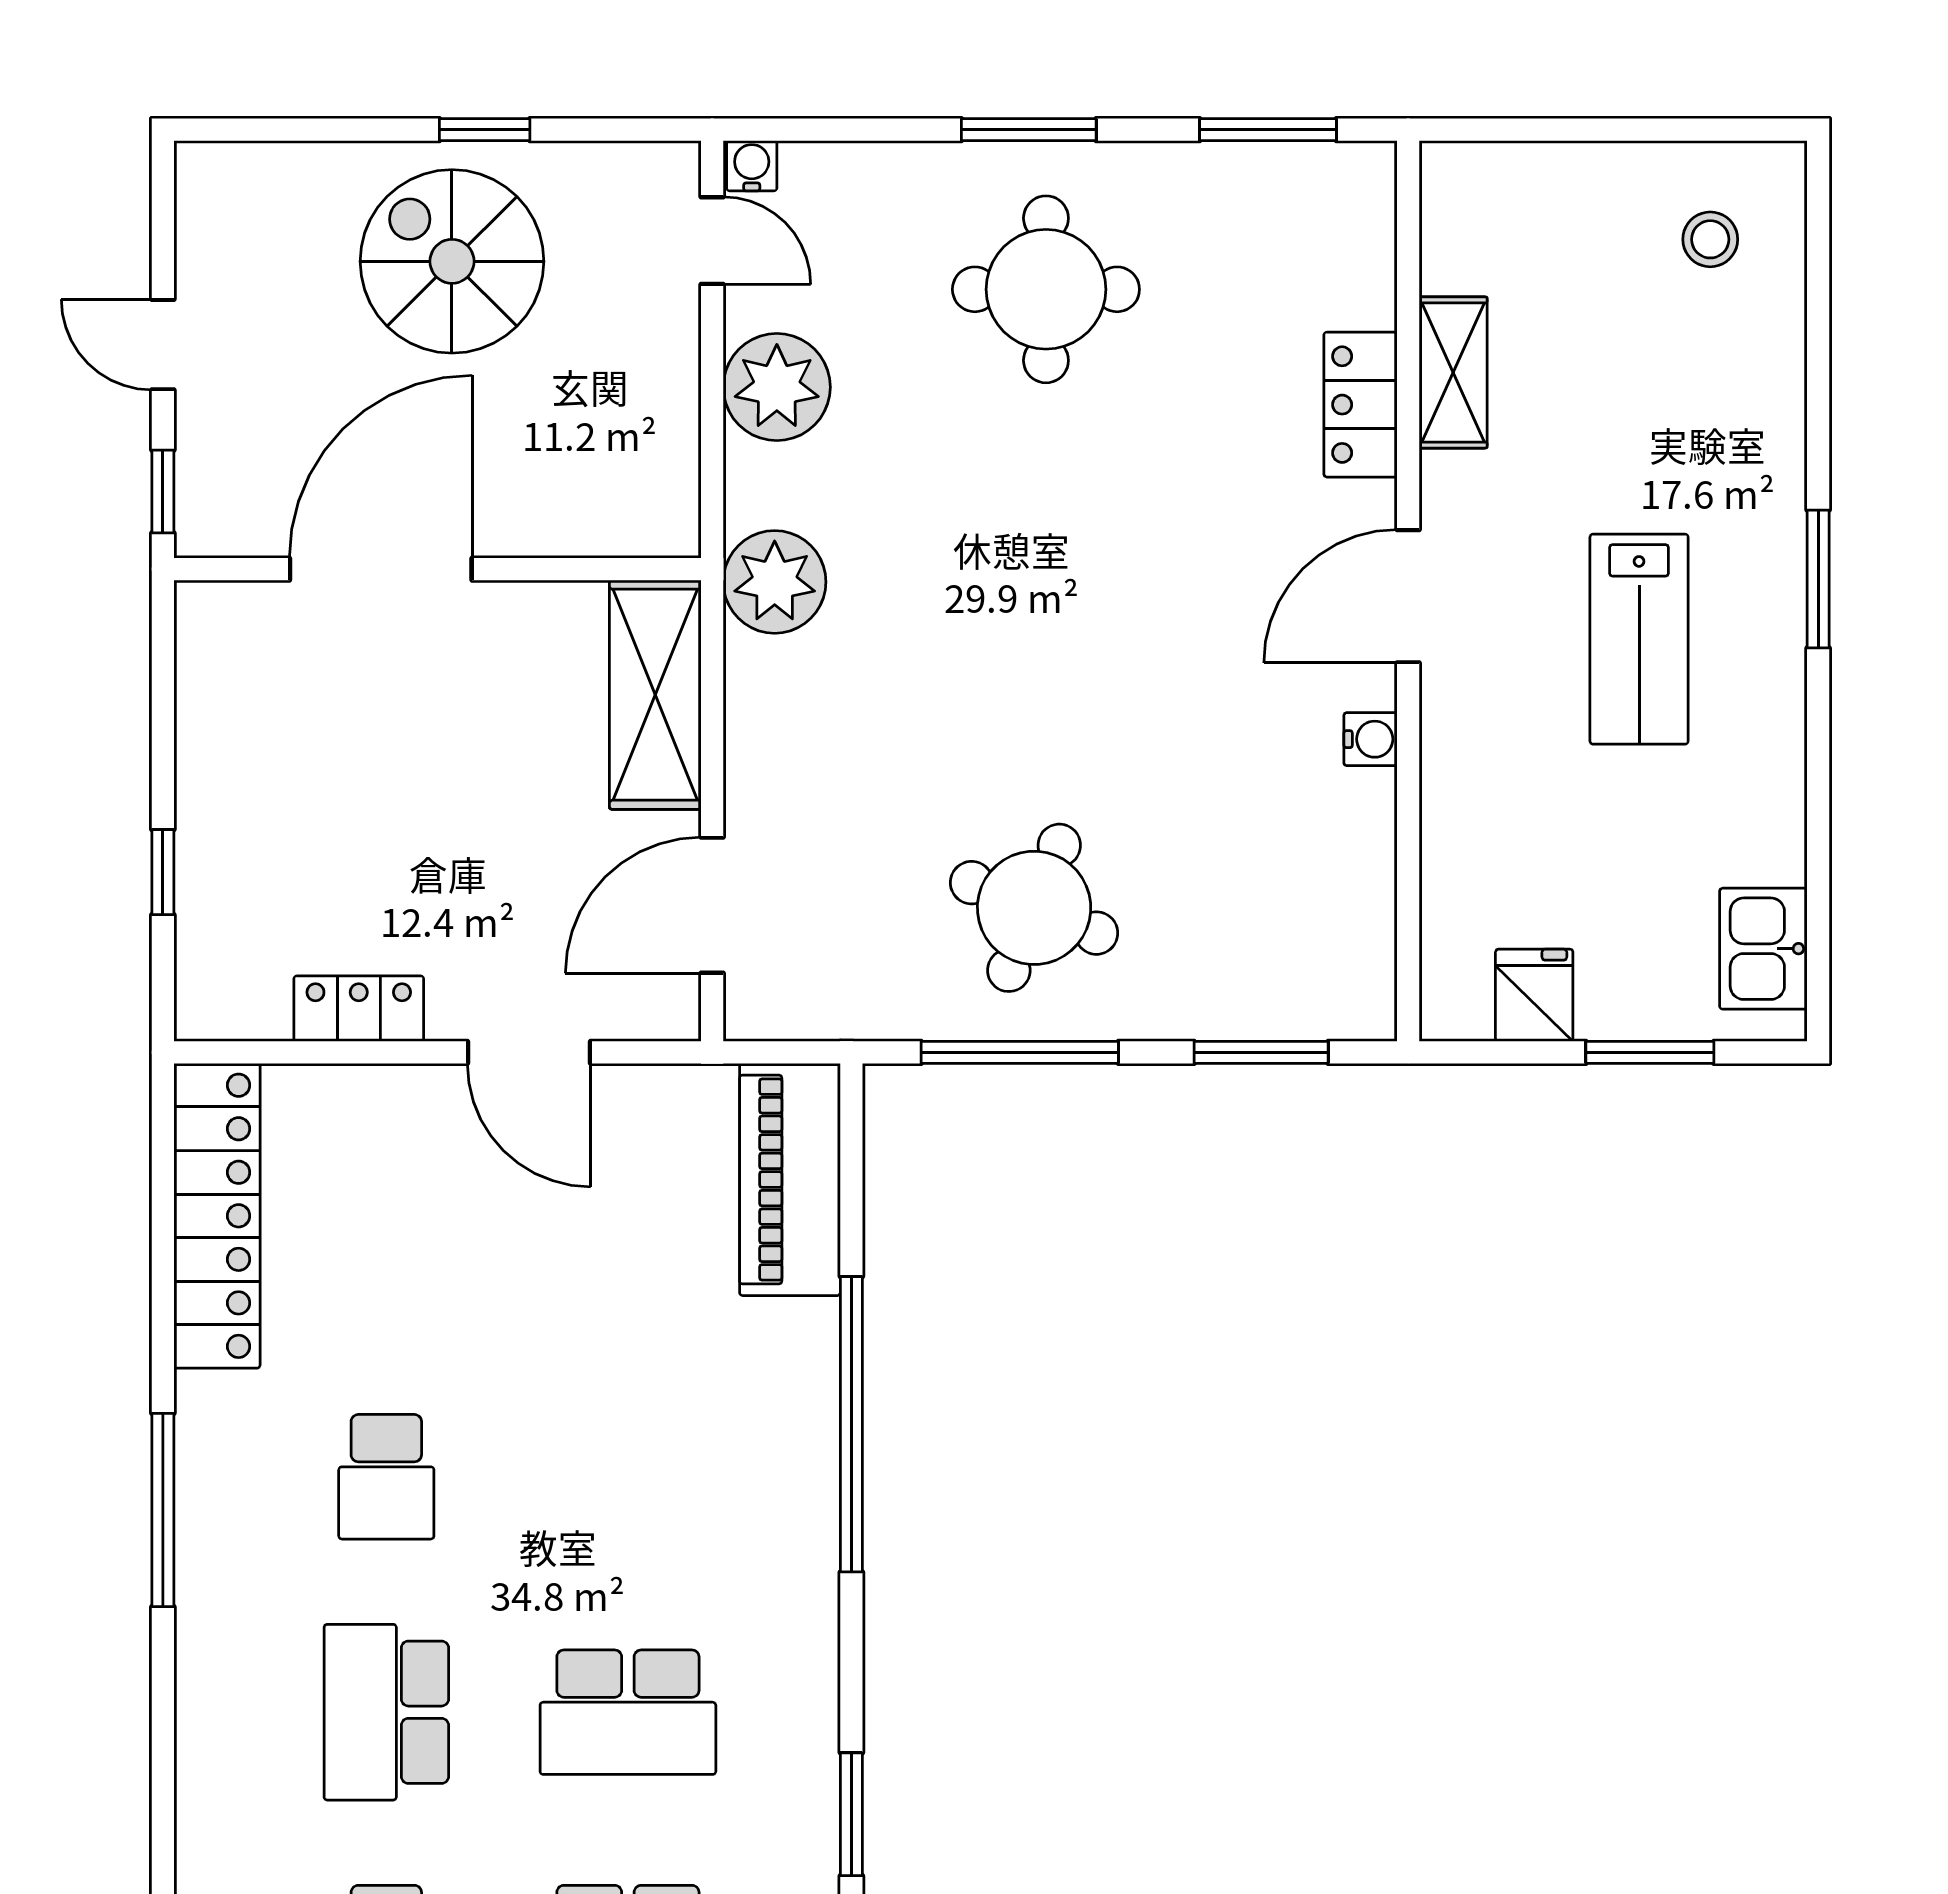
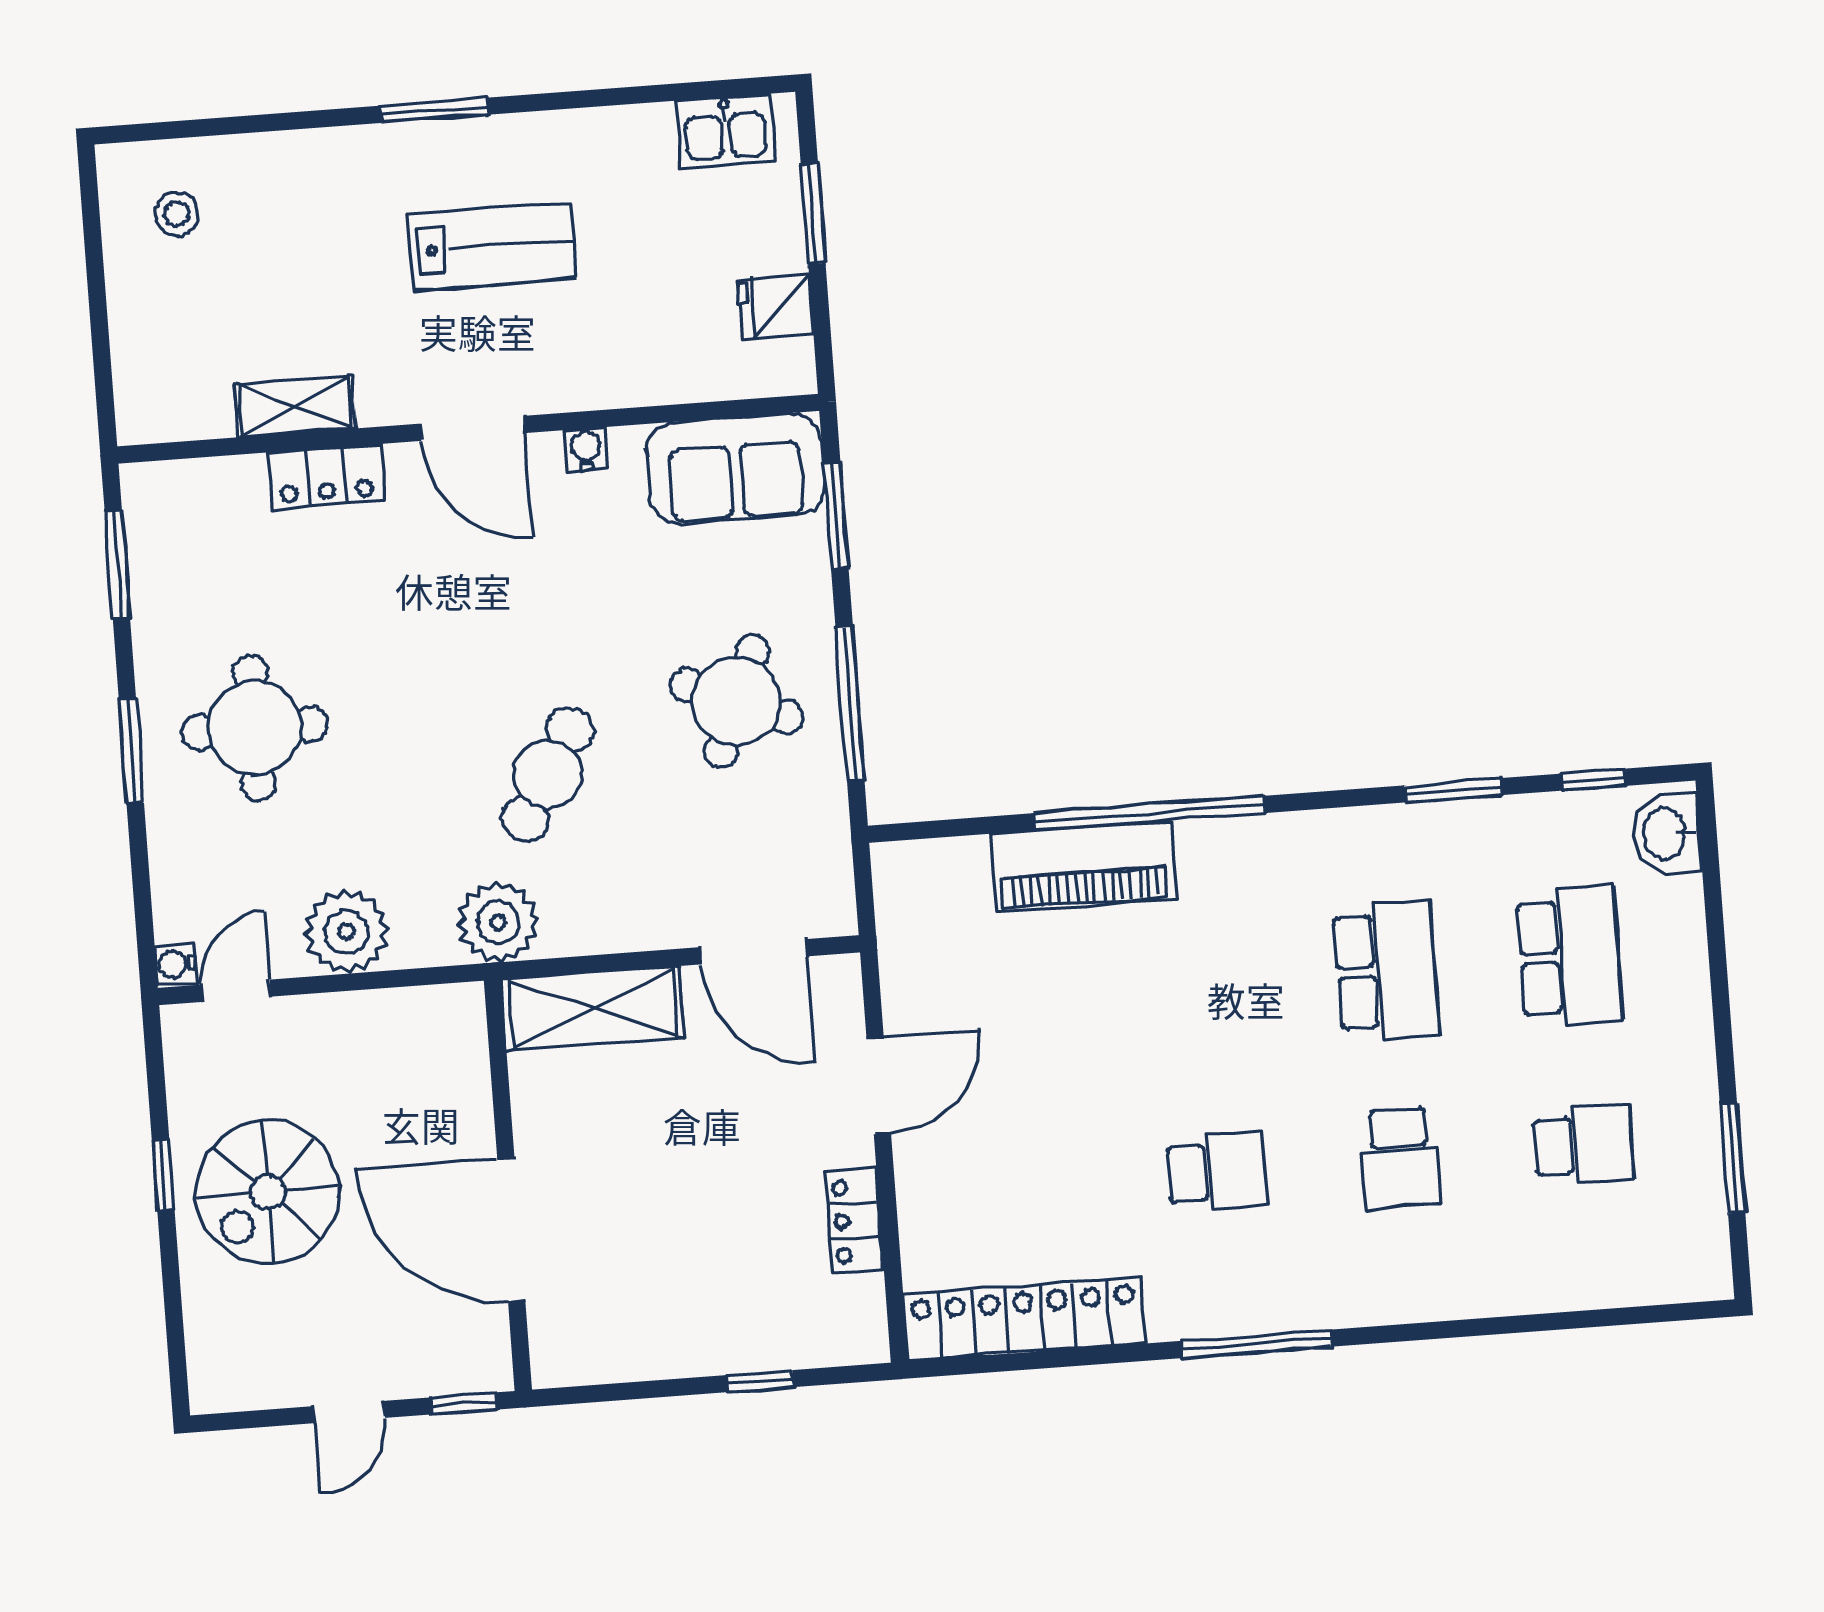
cafe table: (959, 659) -> (548, 774), added
sofa: (1332, 929) -> (735, 468), added
piano: (790, 1180) -> (1084, 866), moved
school desk: (386, 1712) -> (1400, 1158), width x0.54

